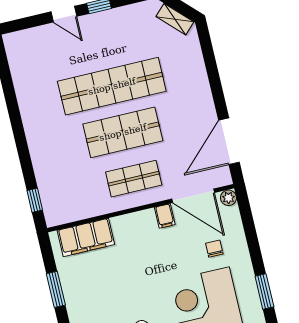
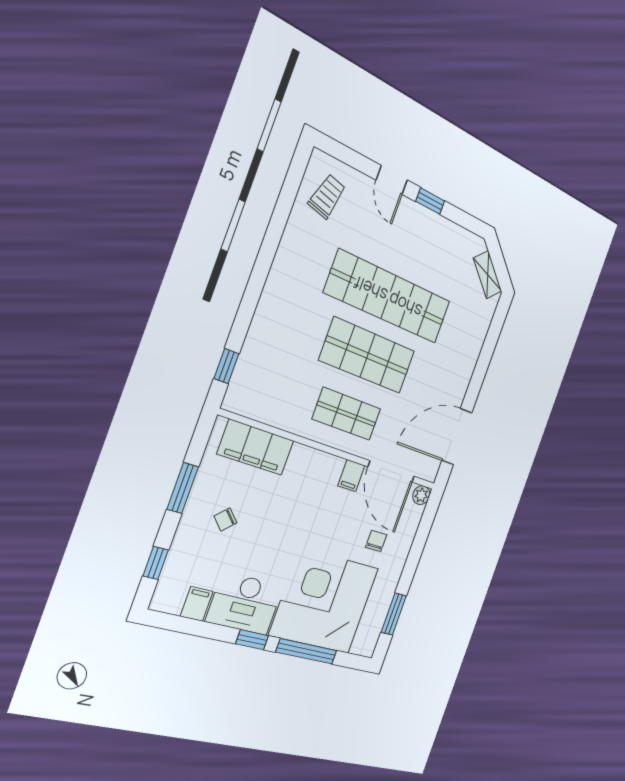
trolley: (29, 57) -> (327, 196), added
chair: (96, 293) -> (225, 519), added

